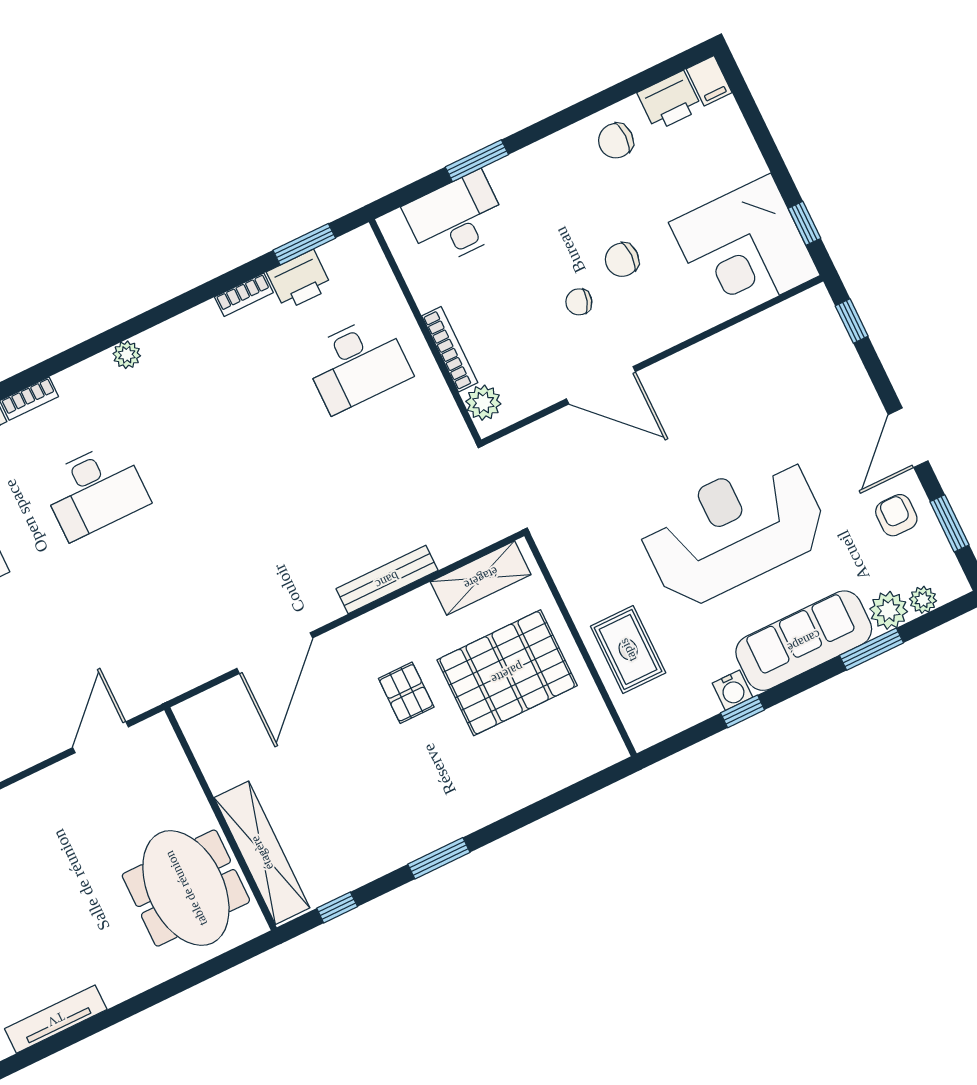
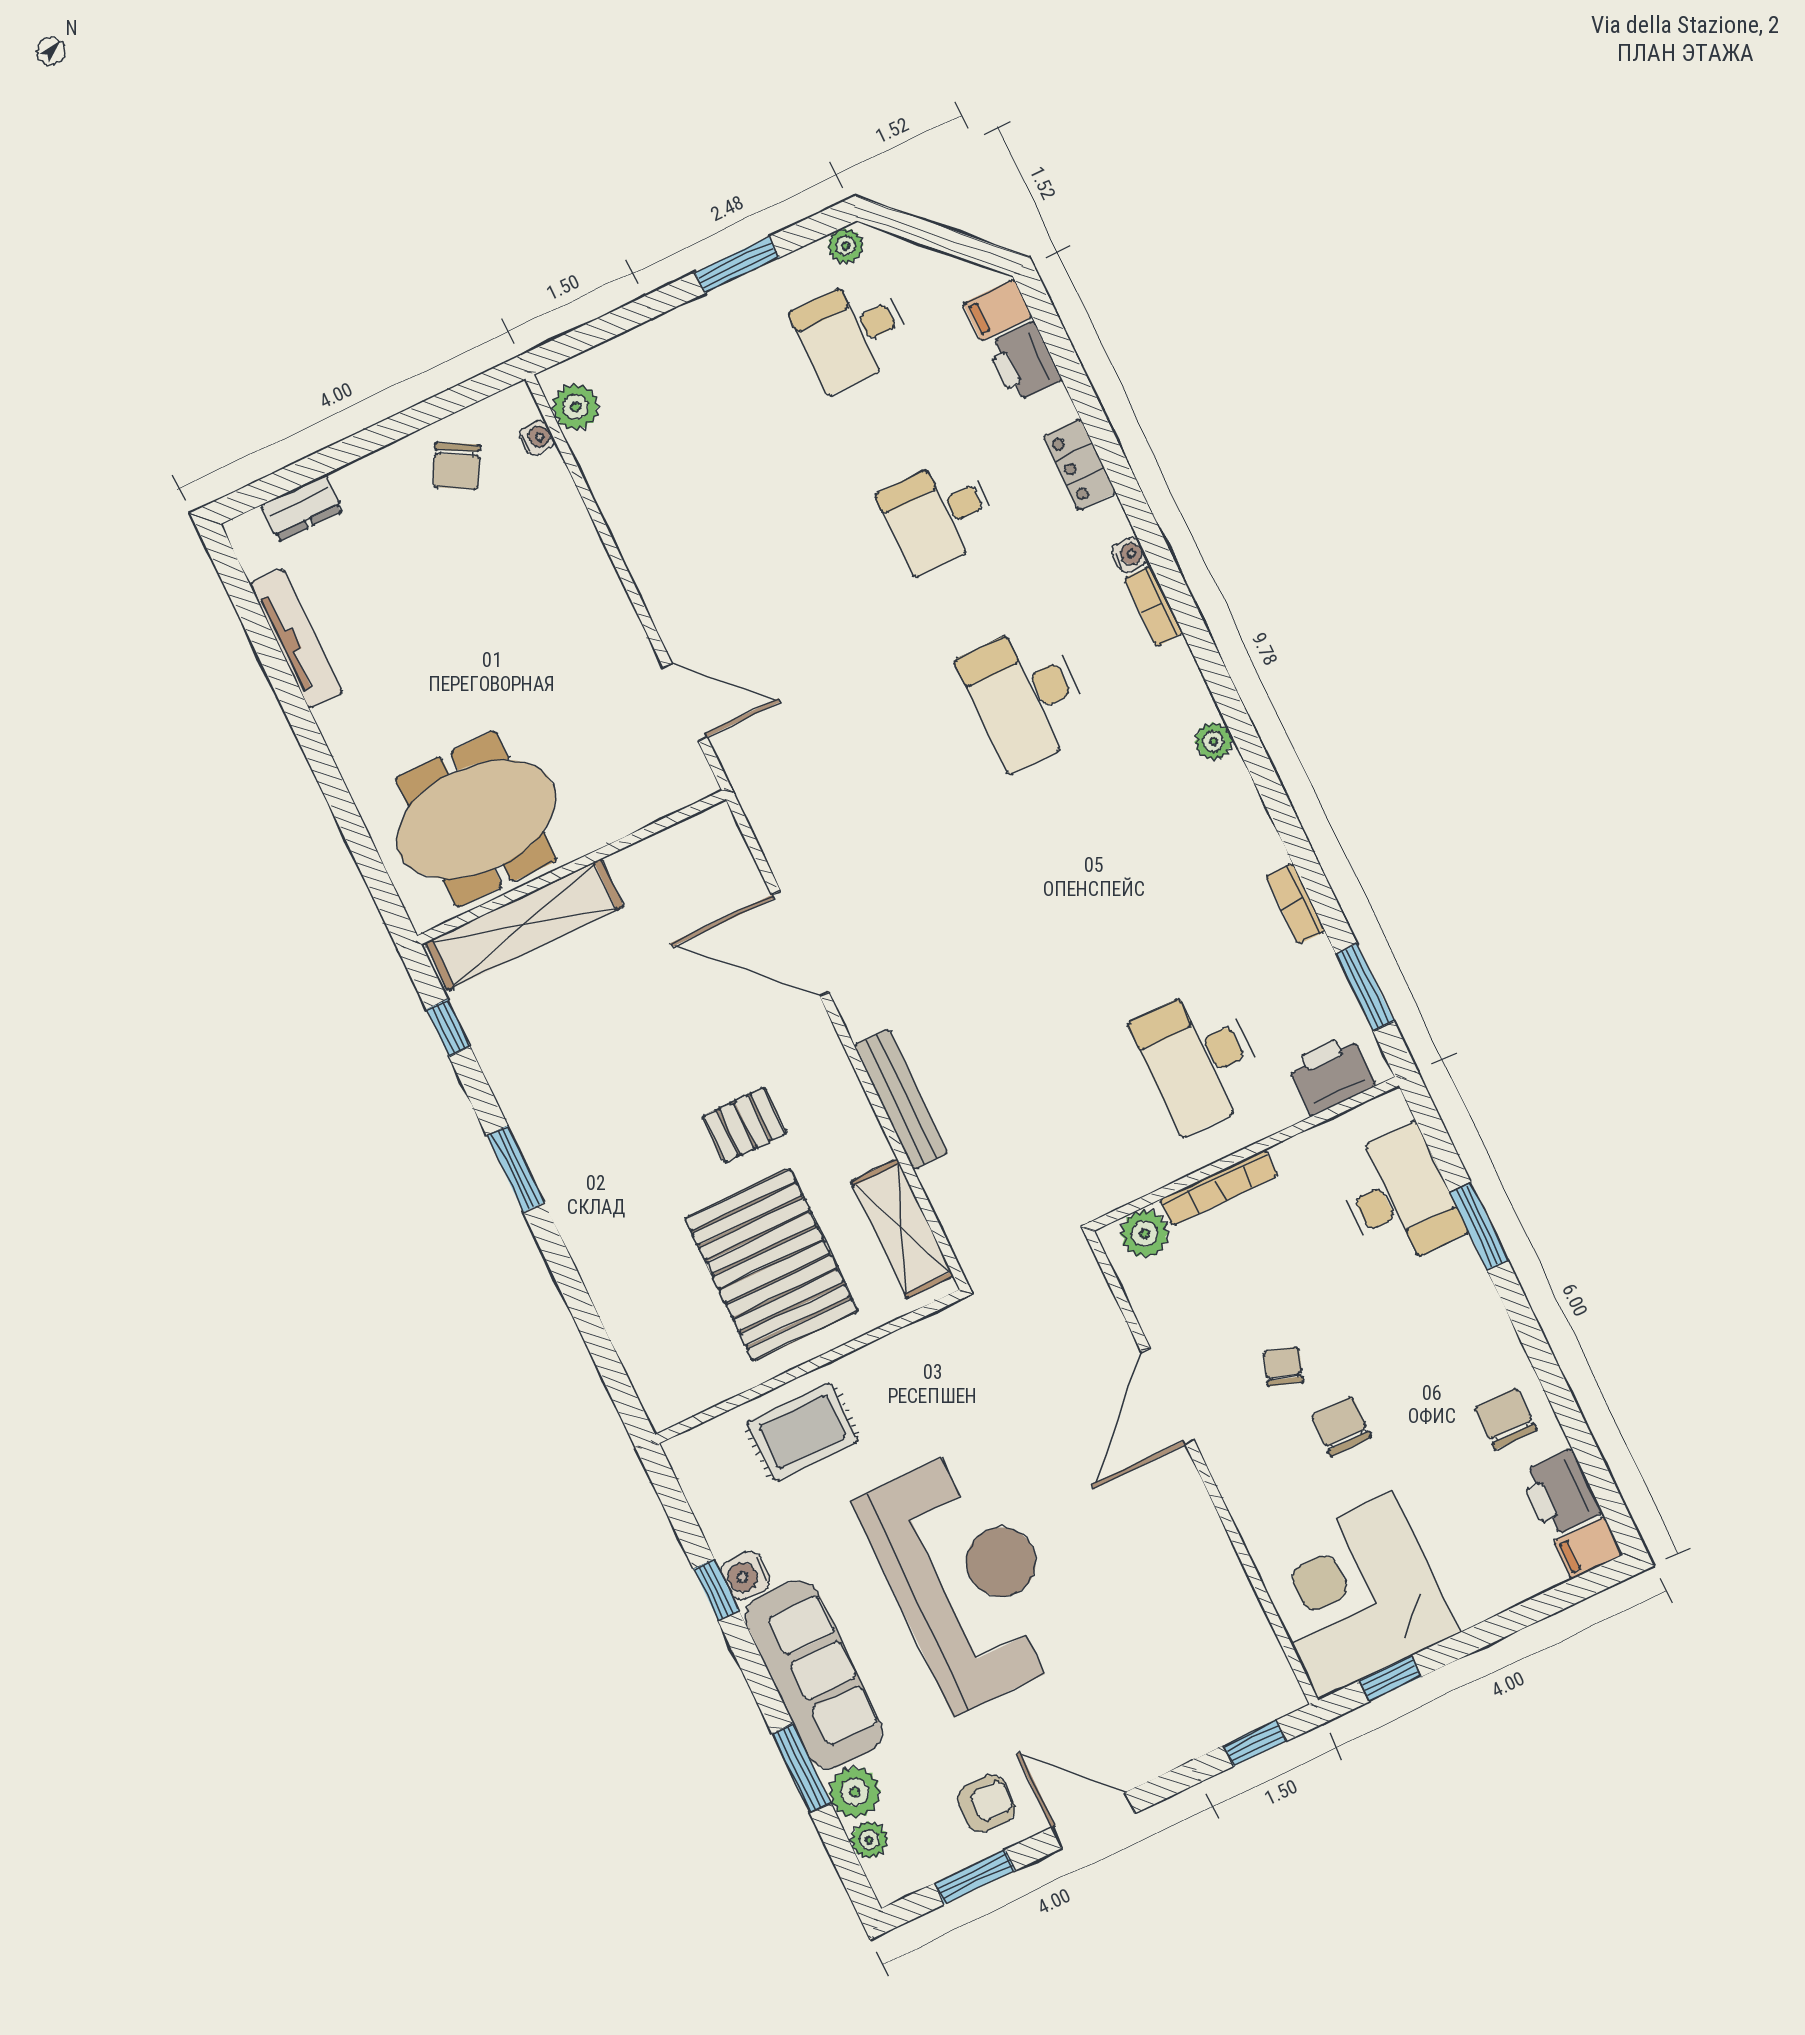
printer: (299, 280) -> (1331, 1074), moved, turned 90

